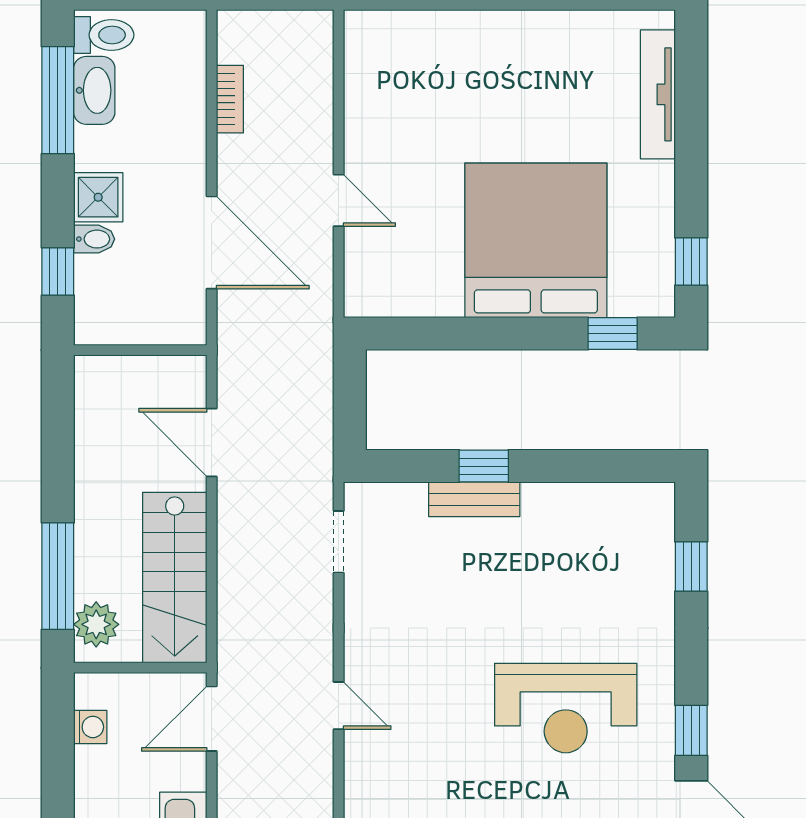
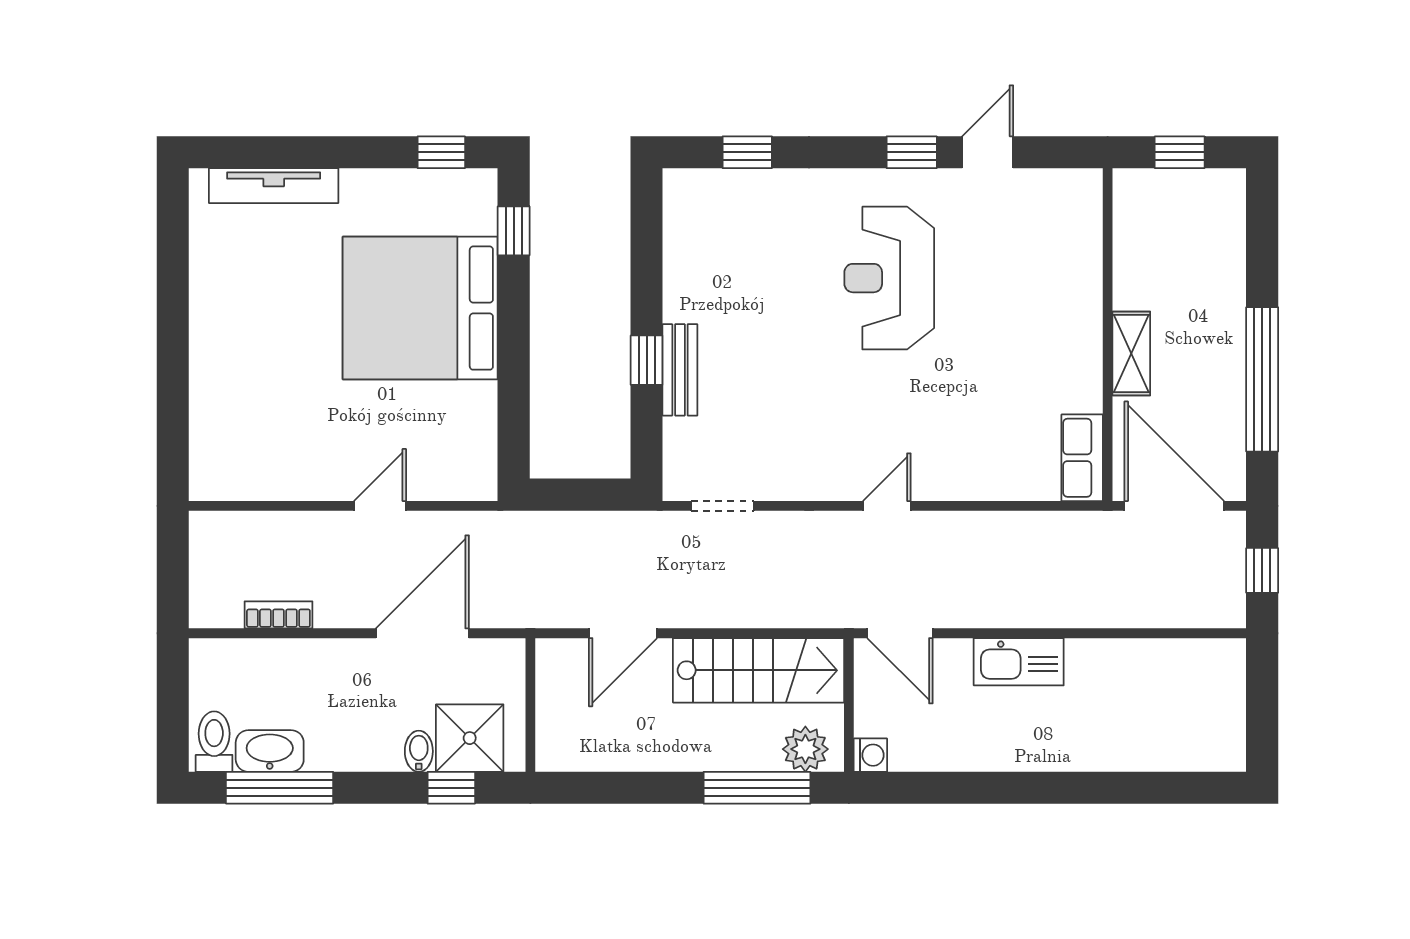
shower: (98, 197) -> (470, 738), moved, width x1.36, depth x1.36
reception desk: (566, 708) -> (889, 278), turned 180
washing machine: (90, 727) -> (870, 755), moved, turned 90

